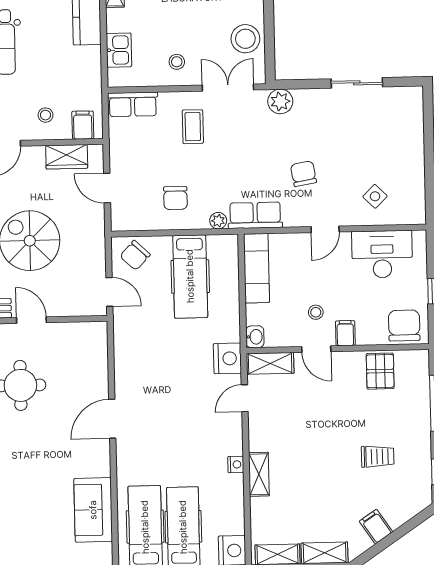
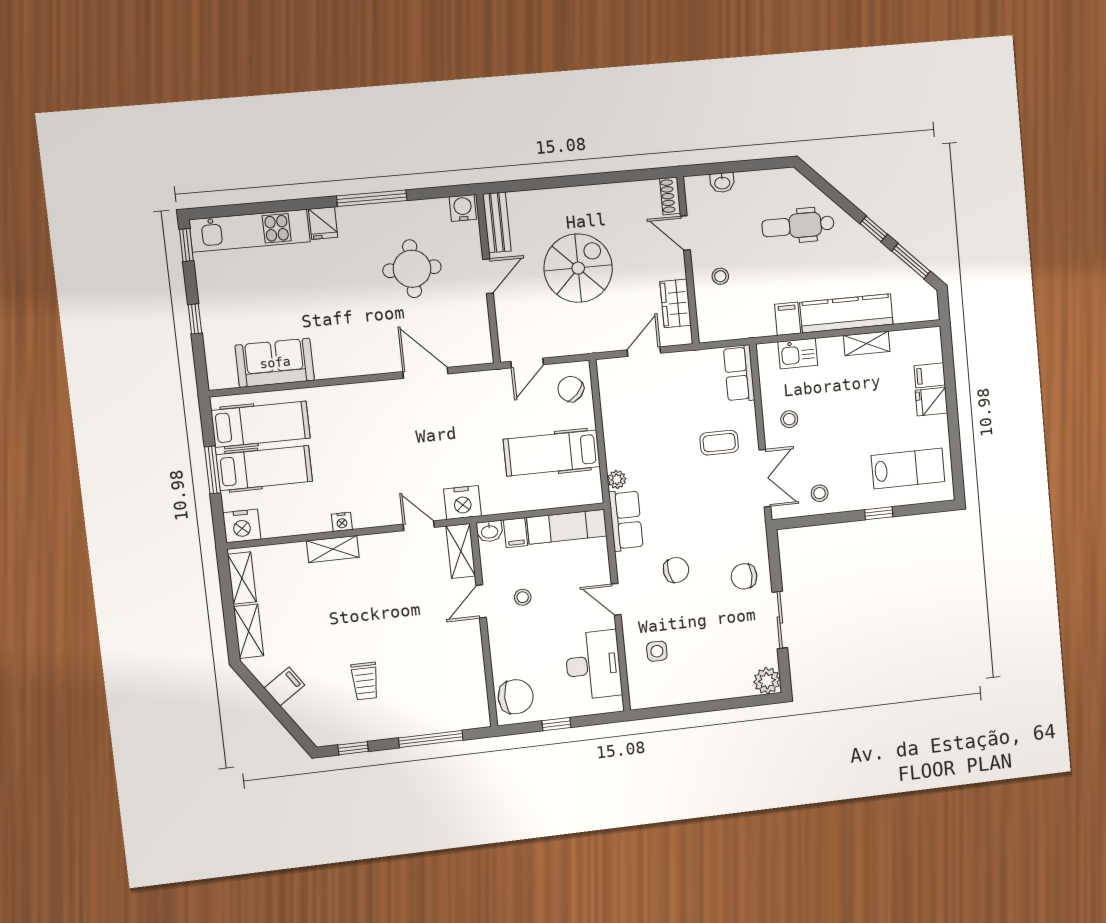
stool: (245, 39) -> (820, 493), width x0.53, depth x0.53
plant: (280, 101) -> (767, 681), moved
filing cabinet: (83, 125) -> (788, 319), moved, turned -90
side table: (375, 196) -> (657, 651), turned 45
chair: (175, 198) -> (744, 576), moved
filing cabinet: (345, 333) -> (516, 533), moved, turned 90
pallet: (380, 371) -> (462, 675), removed
door: (112, 419) -> (425, 373), moved

